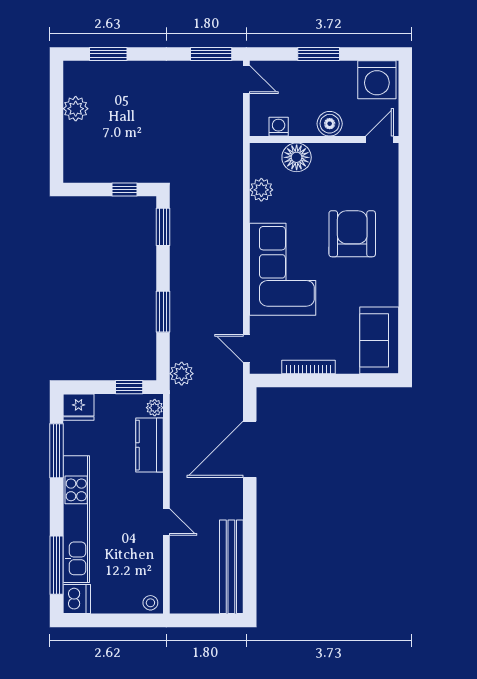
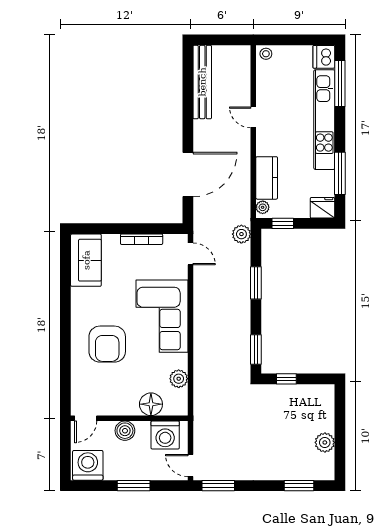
washing machine: (279, 127) -> (165, 435), width x1.89, depth x1.89

